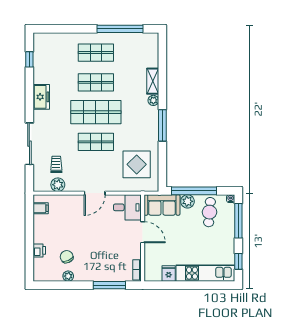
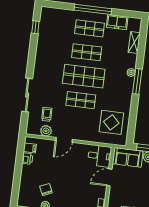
window: (120, 29) -> (93, 9), moved
shelving: (153, 81) -> (134, 43), moved
freezer: (41, 97) -> (117, 22), moved, turned 90
window: (162, 125) -> (137, 81), moved
door: (95, 193) -> (64, 140), moved
door: (143, 232) -> (109, 177), swing flipped
printer: (39, 250) -> (27, 159), moved

